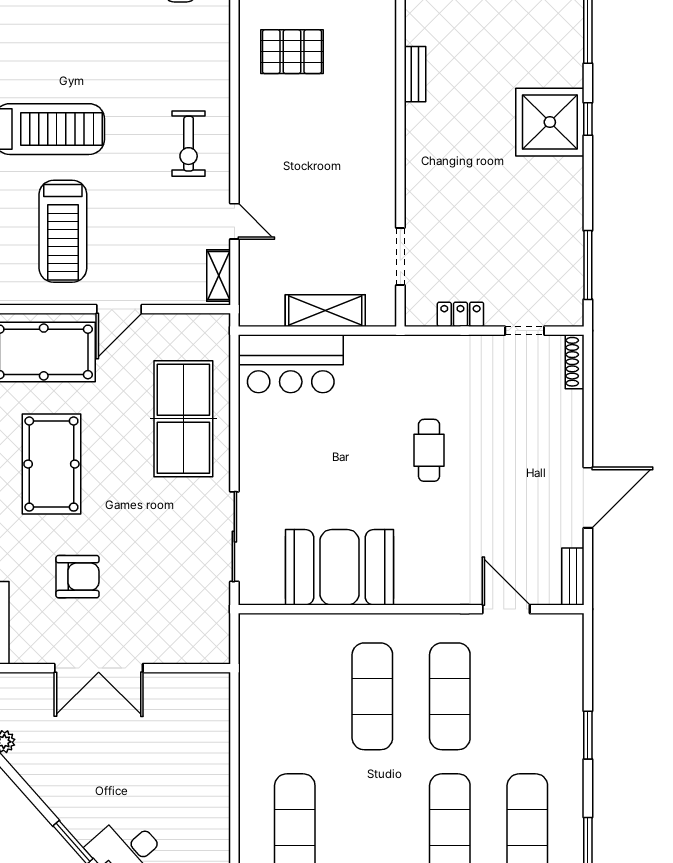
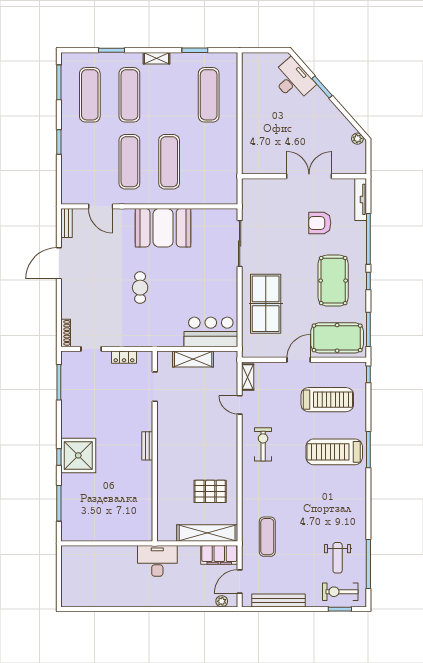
bench: (415, 74) -> (147, 446), moved
treadmill: (63, 231) -> (327, 400), turned 90
booth: (340, 567) -> (163, 228), moved

